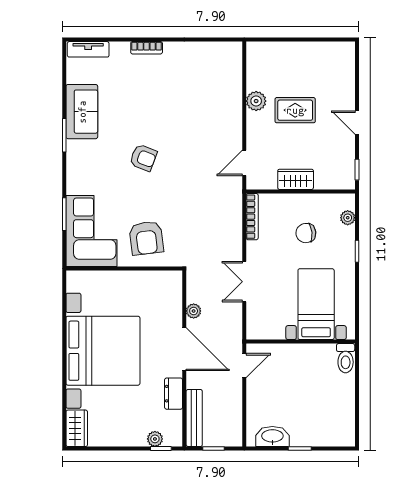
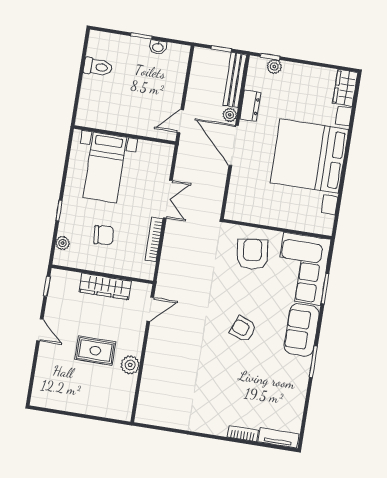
bookcase: (147, 48) -> (243, 434), moved
sofa: (82, 112) -> (302, 330), moved
wardrobe: (296, 179) -> (105, 286), width x1.50
bookcase: (252, 217) -> (154, 240), moved
plant: (194, 311) -> (230, 115), moved
toilet: (346, 358) -> (98, 67), moved, turned 90
washbasin: (272, 436) -> (158, 47), width x0.52, depth x0.69

